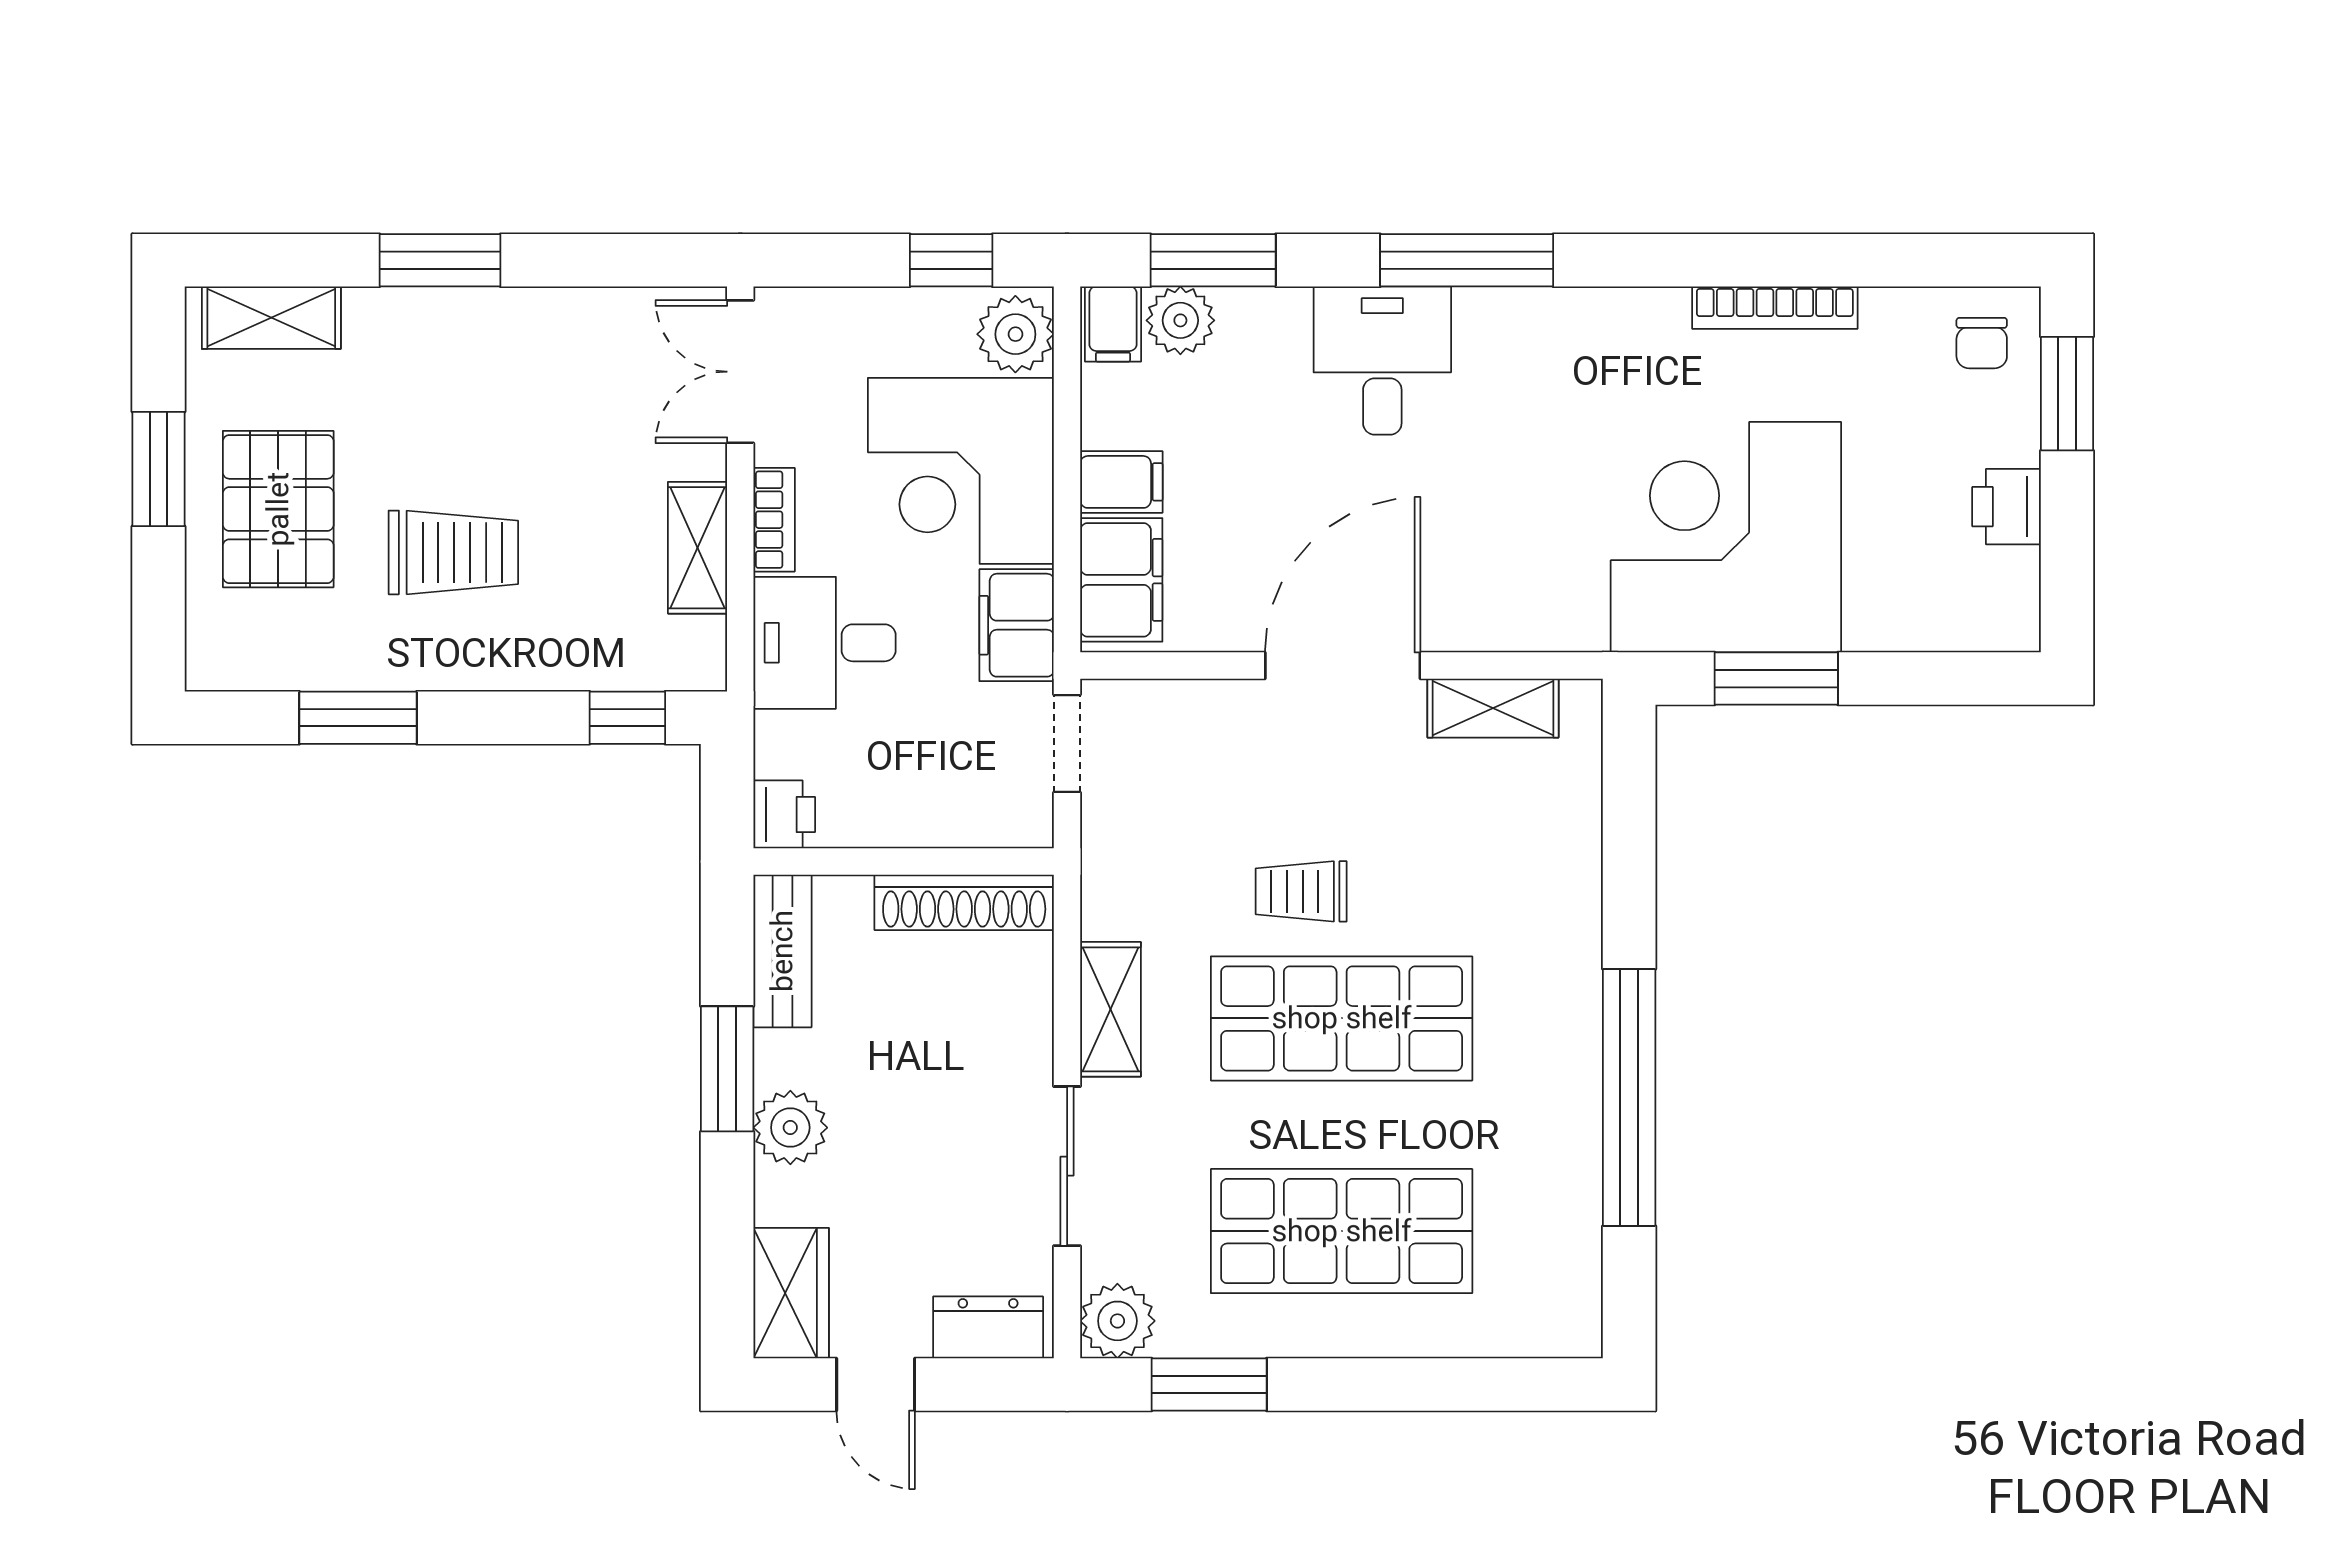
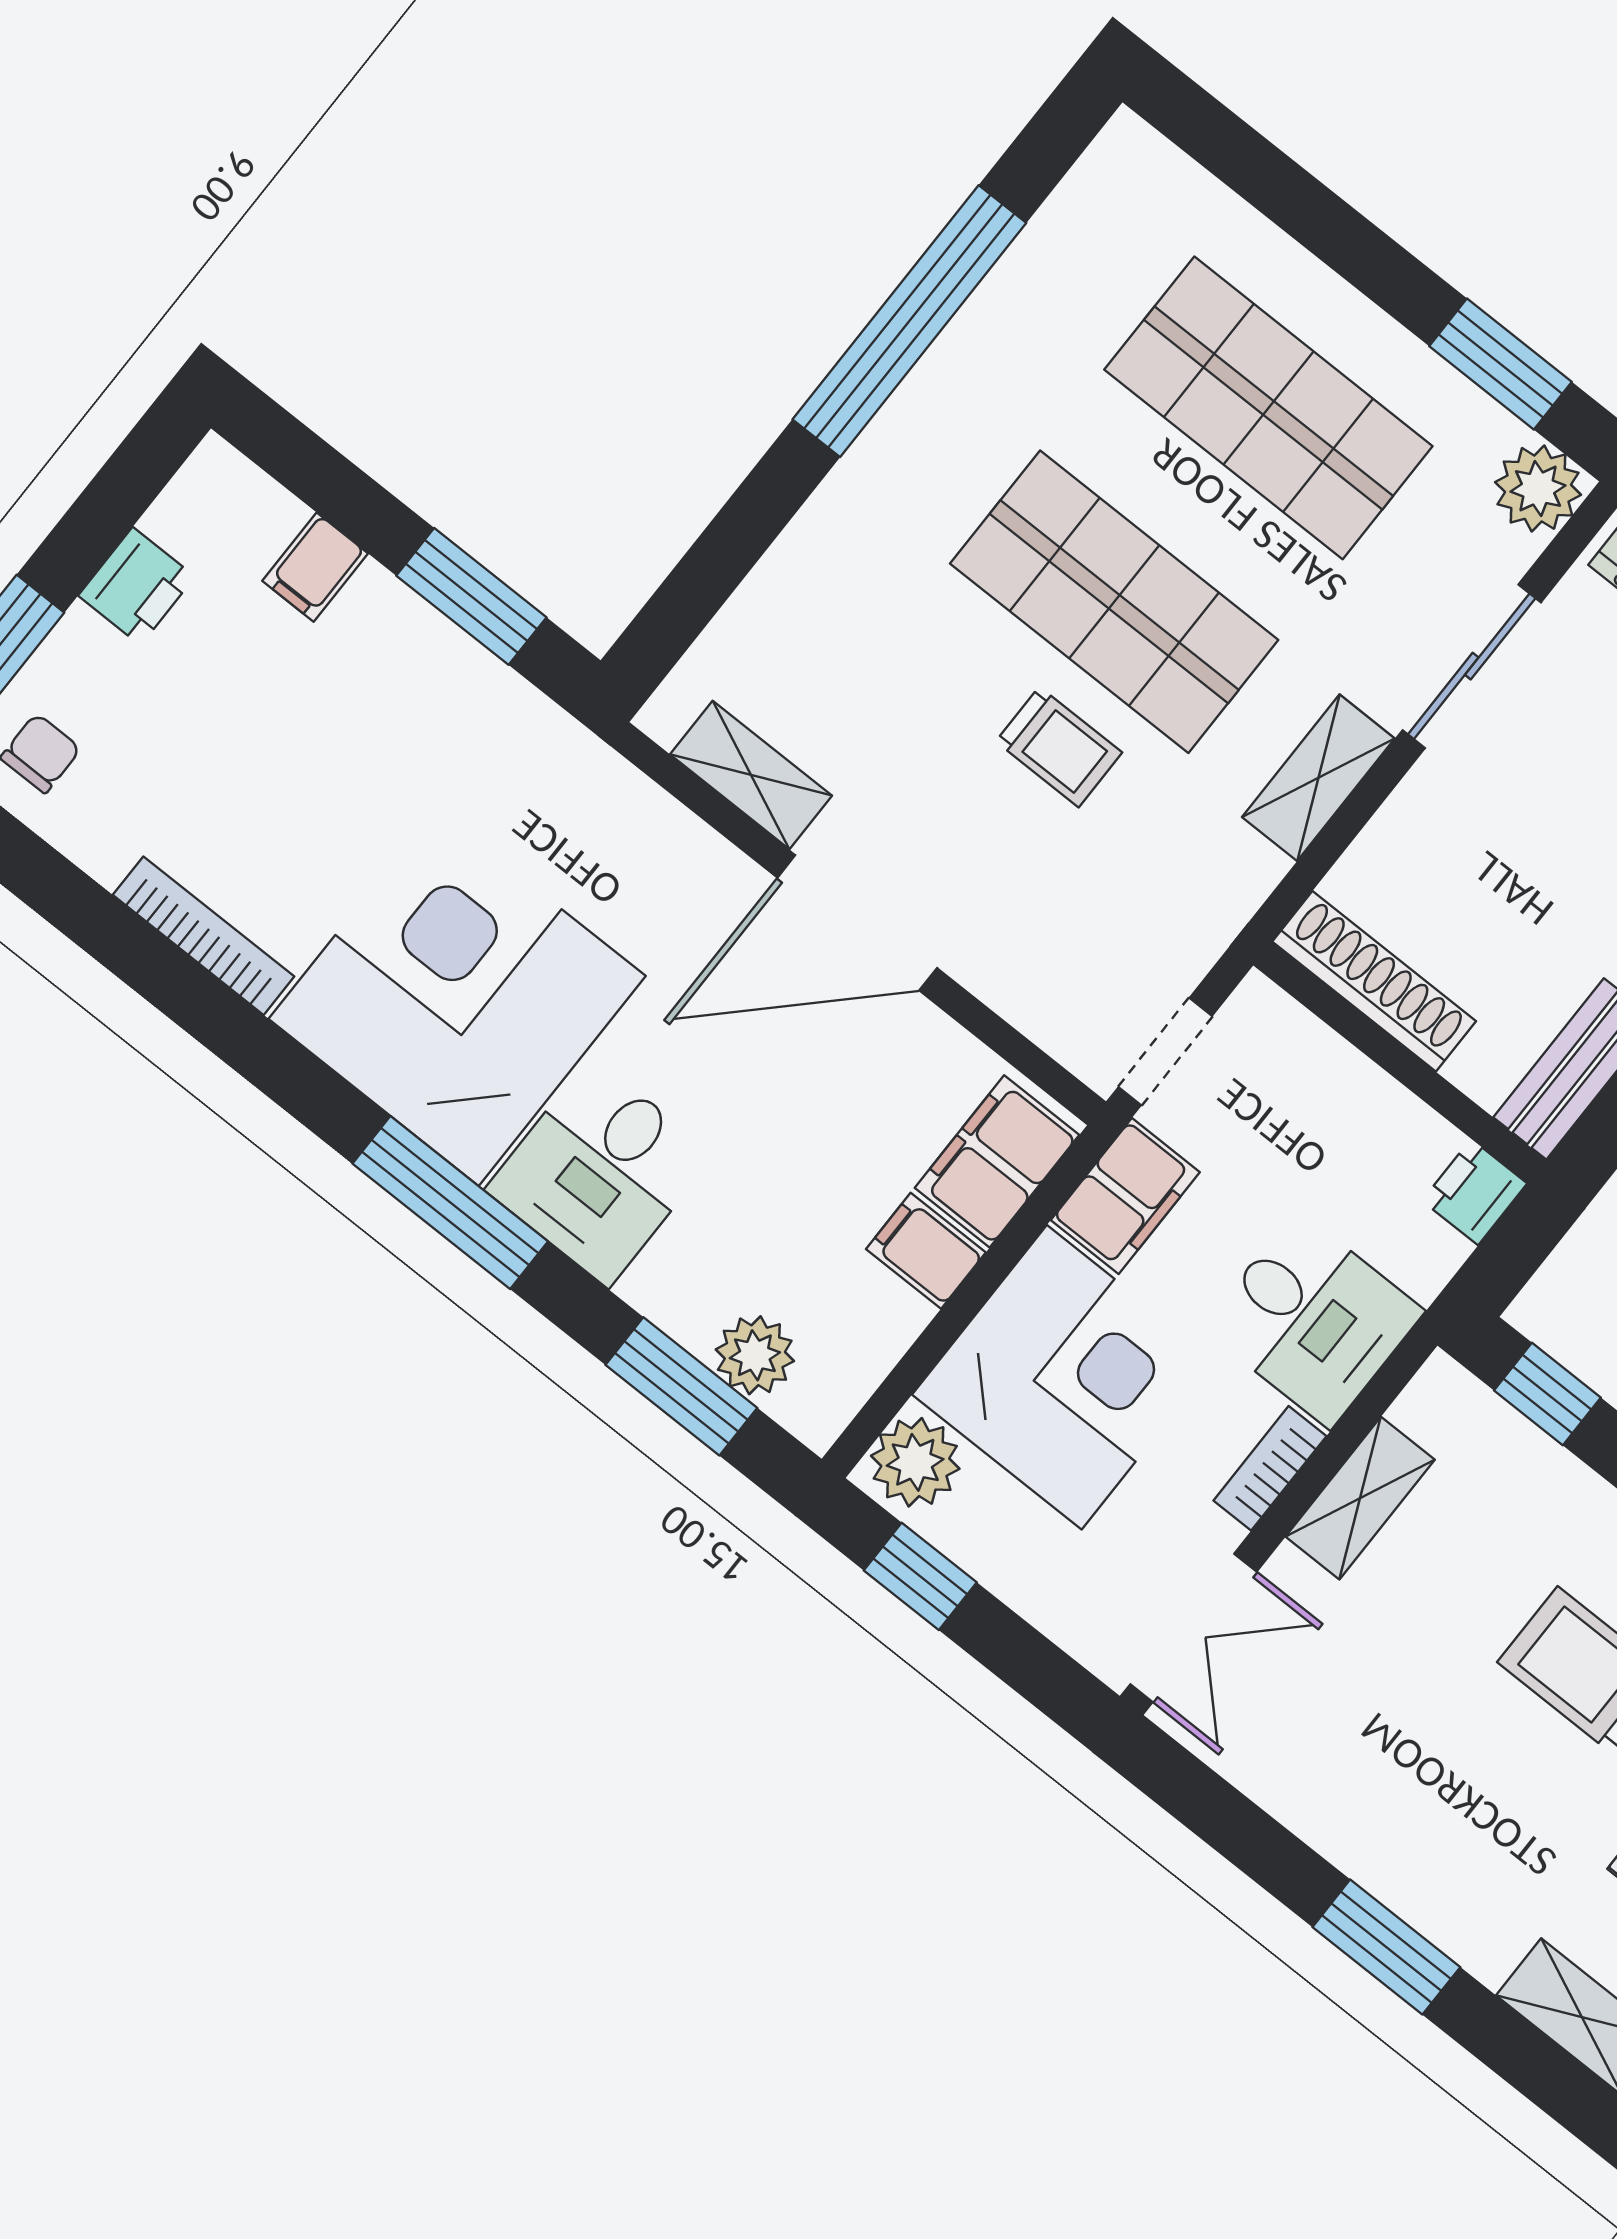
filing cabinet: (1113, 324) -> (315, 567), moved, turned 180
corner desk: (1726, 537) -> (457, 997), moved, turned 180

